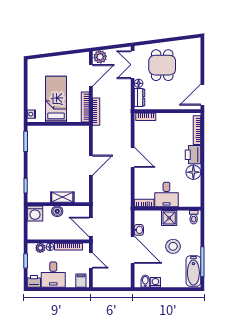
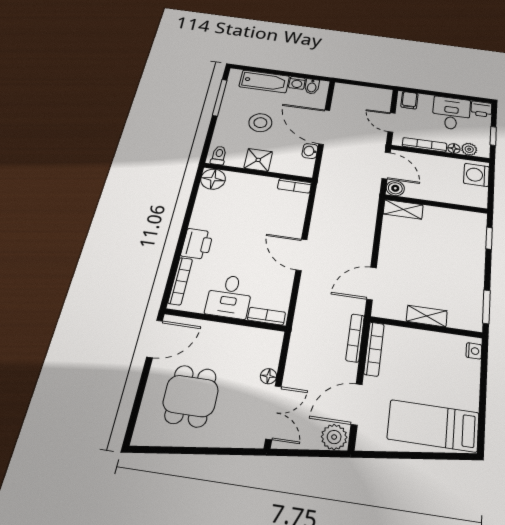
dining table: (162, 65) -> (191, 396), moved
dresser: (140, 98) -> (271, 351), removed
bed: (56, 99) -> (433, 426), moved, turned 90
shelving: (58, 131) -> (427, 316), added
door: (91, 165) -> (372, 283), moved
floor lamp: (193, 172) -> (213, 179), moved
desk: (166, 195) -> (229, 296), moved, turned 180
shelving: (62, 197) -> (403, 209), moved
boiler: (57, 211) -> (395, 188), moved
washing machine: (35, 213) -> (476, 175), moved, turned -90
bathtub: (193, 271) -> (264, 81), moved, turned 90

